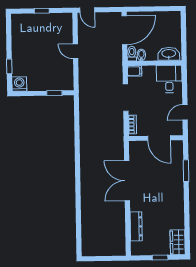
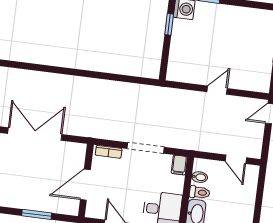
door: (124, 30) -> (236, 159), width x0.53
toilet: (132, 54) -> (200, 192), moved
window: (54, 93) -> (169, 24), moved

